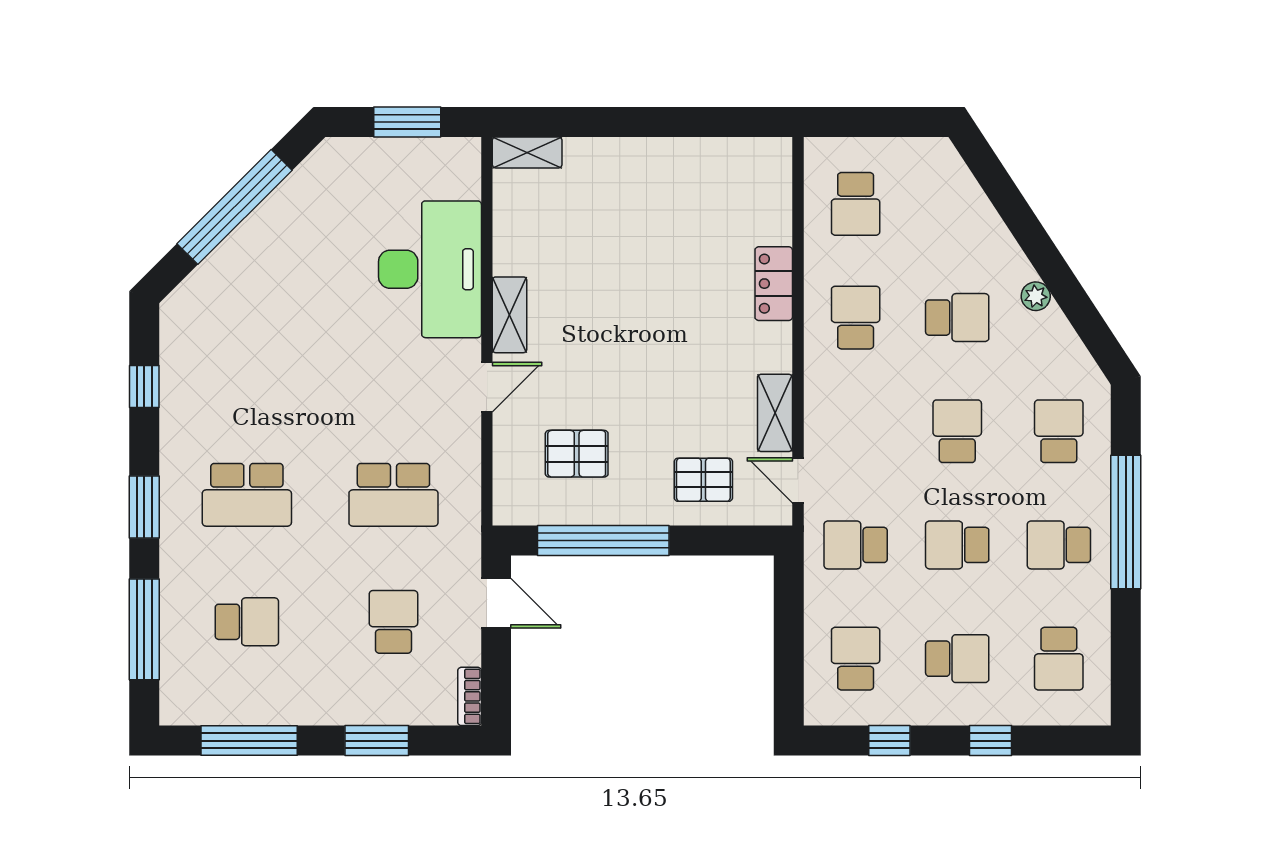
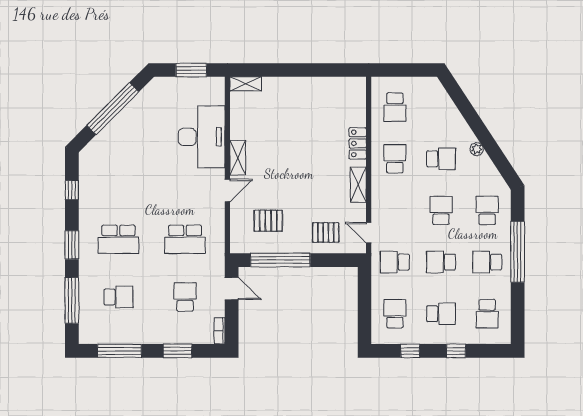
shelving: (775, 413) -> (358, 185), moved

